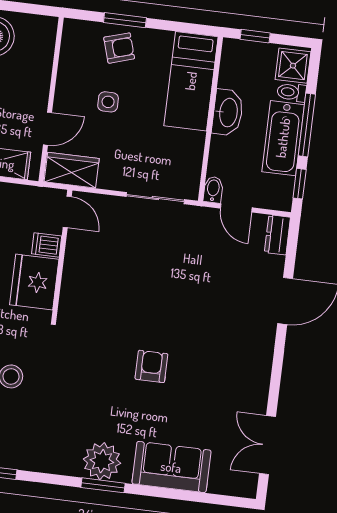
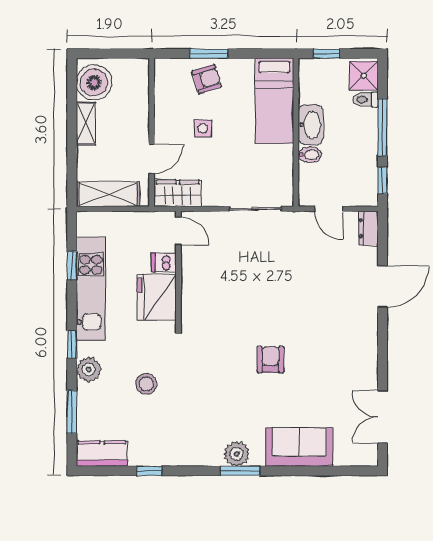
bathtub: (283, 138) -> (363, 142), removed
bidet: (213, 190) -> (310, 155), moved, turned 90
plant: (102, 461) -> (237, 454), width x0.73, depth x0.73

